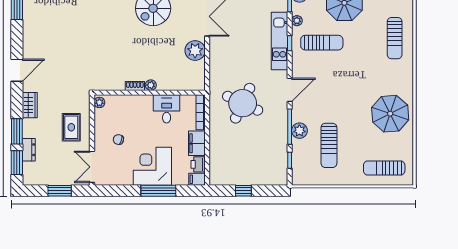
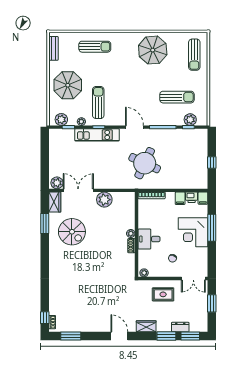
desk: (167, 109) -> (149, 239), moved
plant: (299, 131) -> (190, 120), moved
filing cabinet: (197, 143) -> (180, 198), width x0.50

